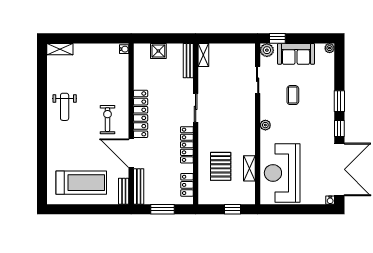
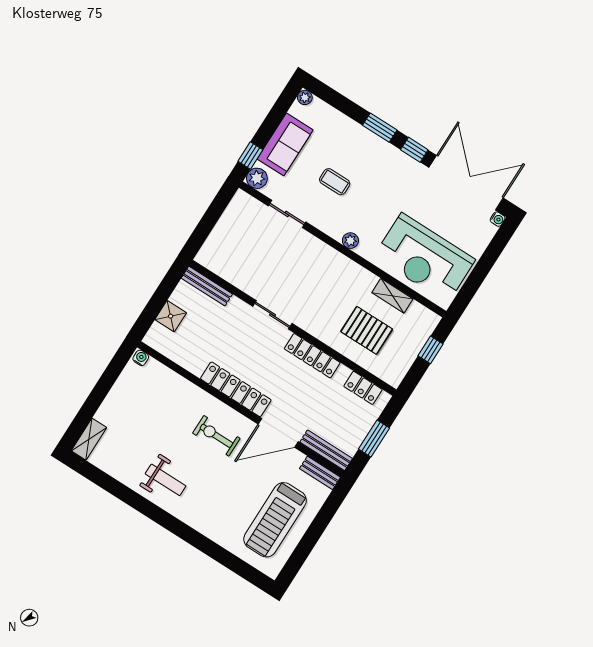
shelving: (203, 55) -> (212, 262), removed
treadmill: (81, 183) -> (275, 520), turned 180

